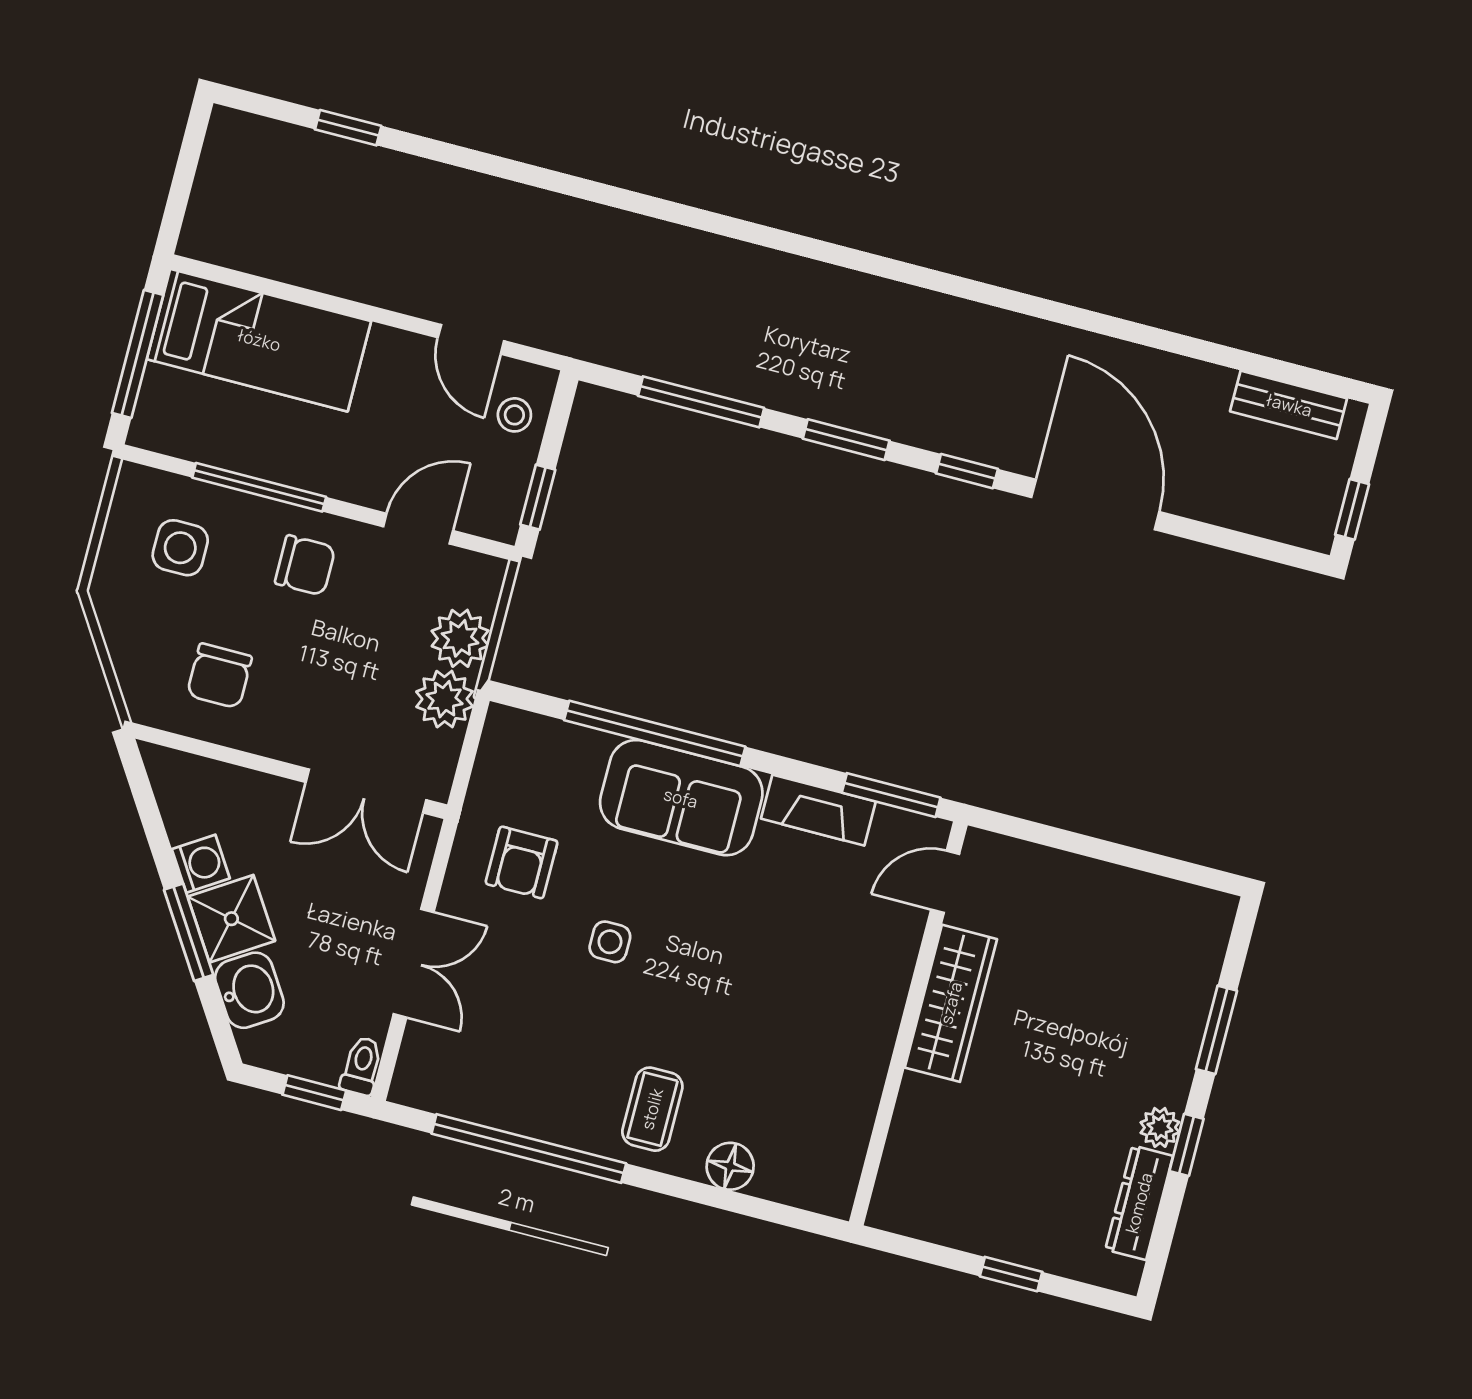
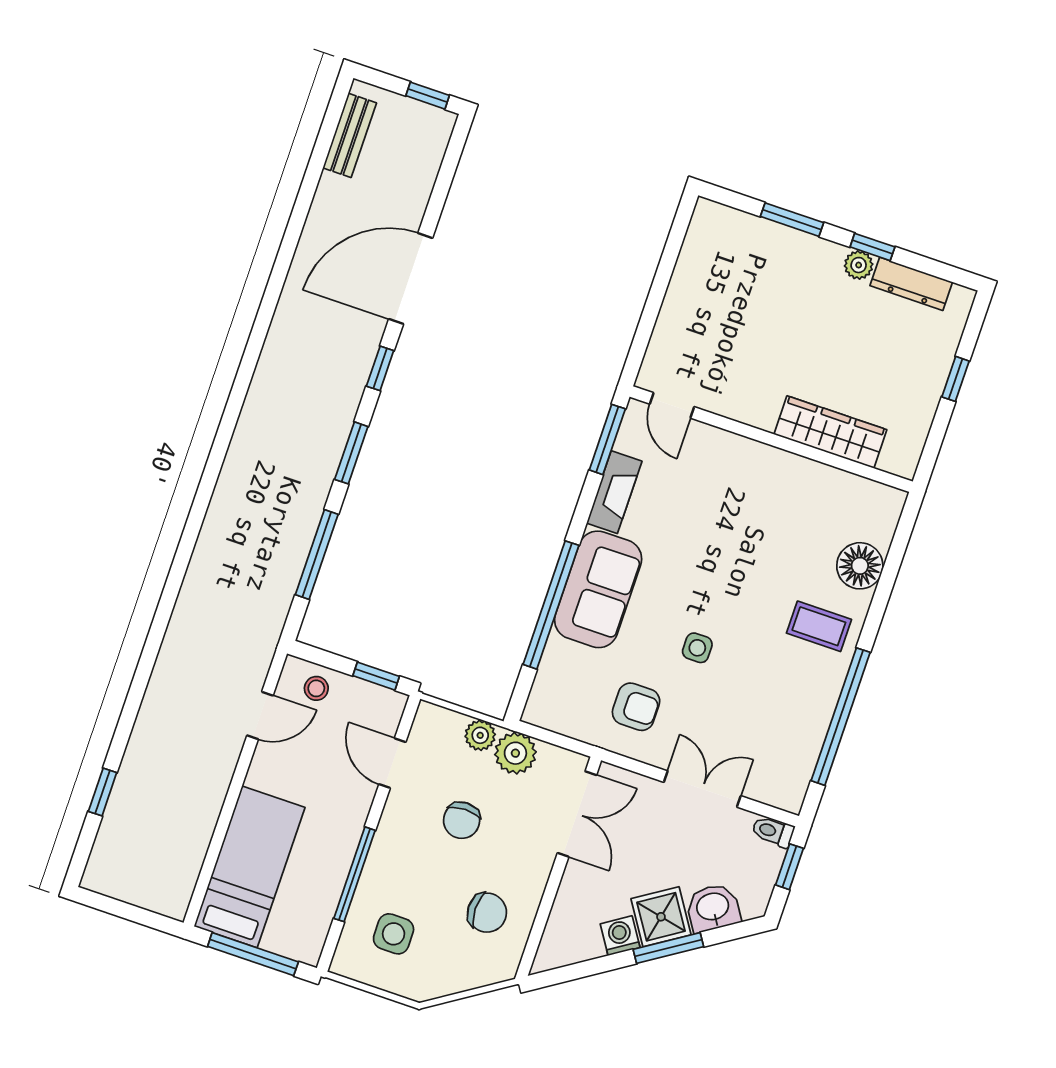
chair: (305, 565) -> (462, 820), moved, turned 180
plant: (460, 638) -> (480, 735), width x0.73, depth x0.73
wardrobe: (951, 1003) -> (830, 432), moved
floor lamp: (730, 1166) -> (860, 566), width x1.38, depth x1.38

